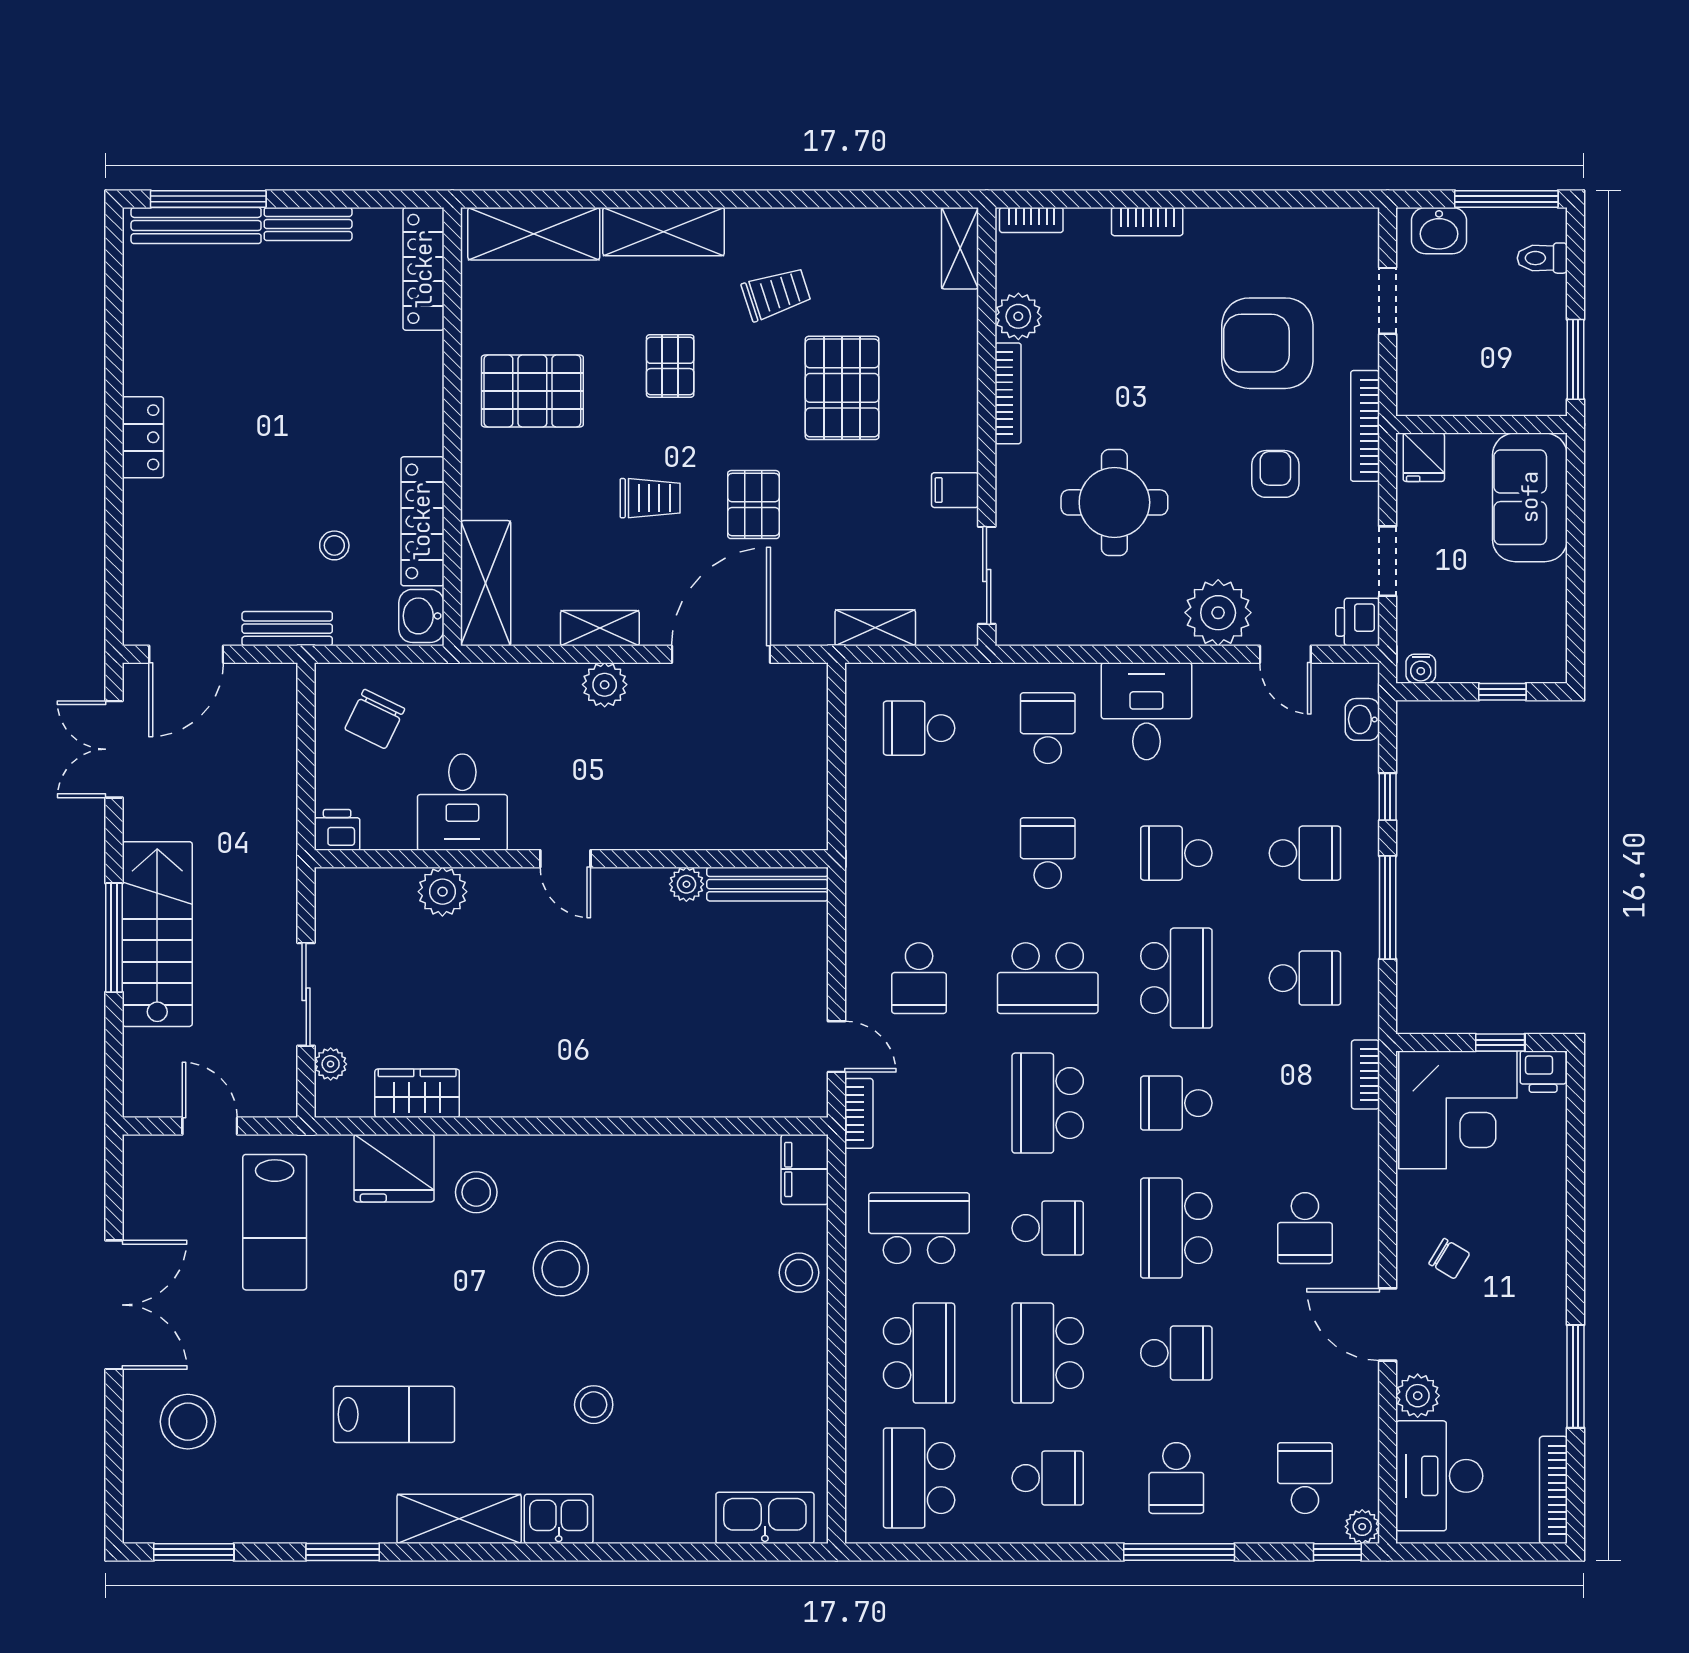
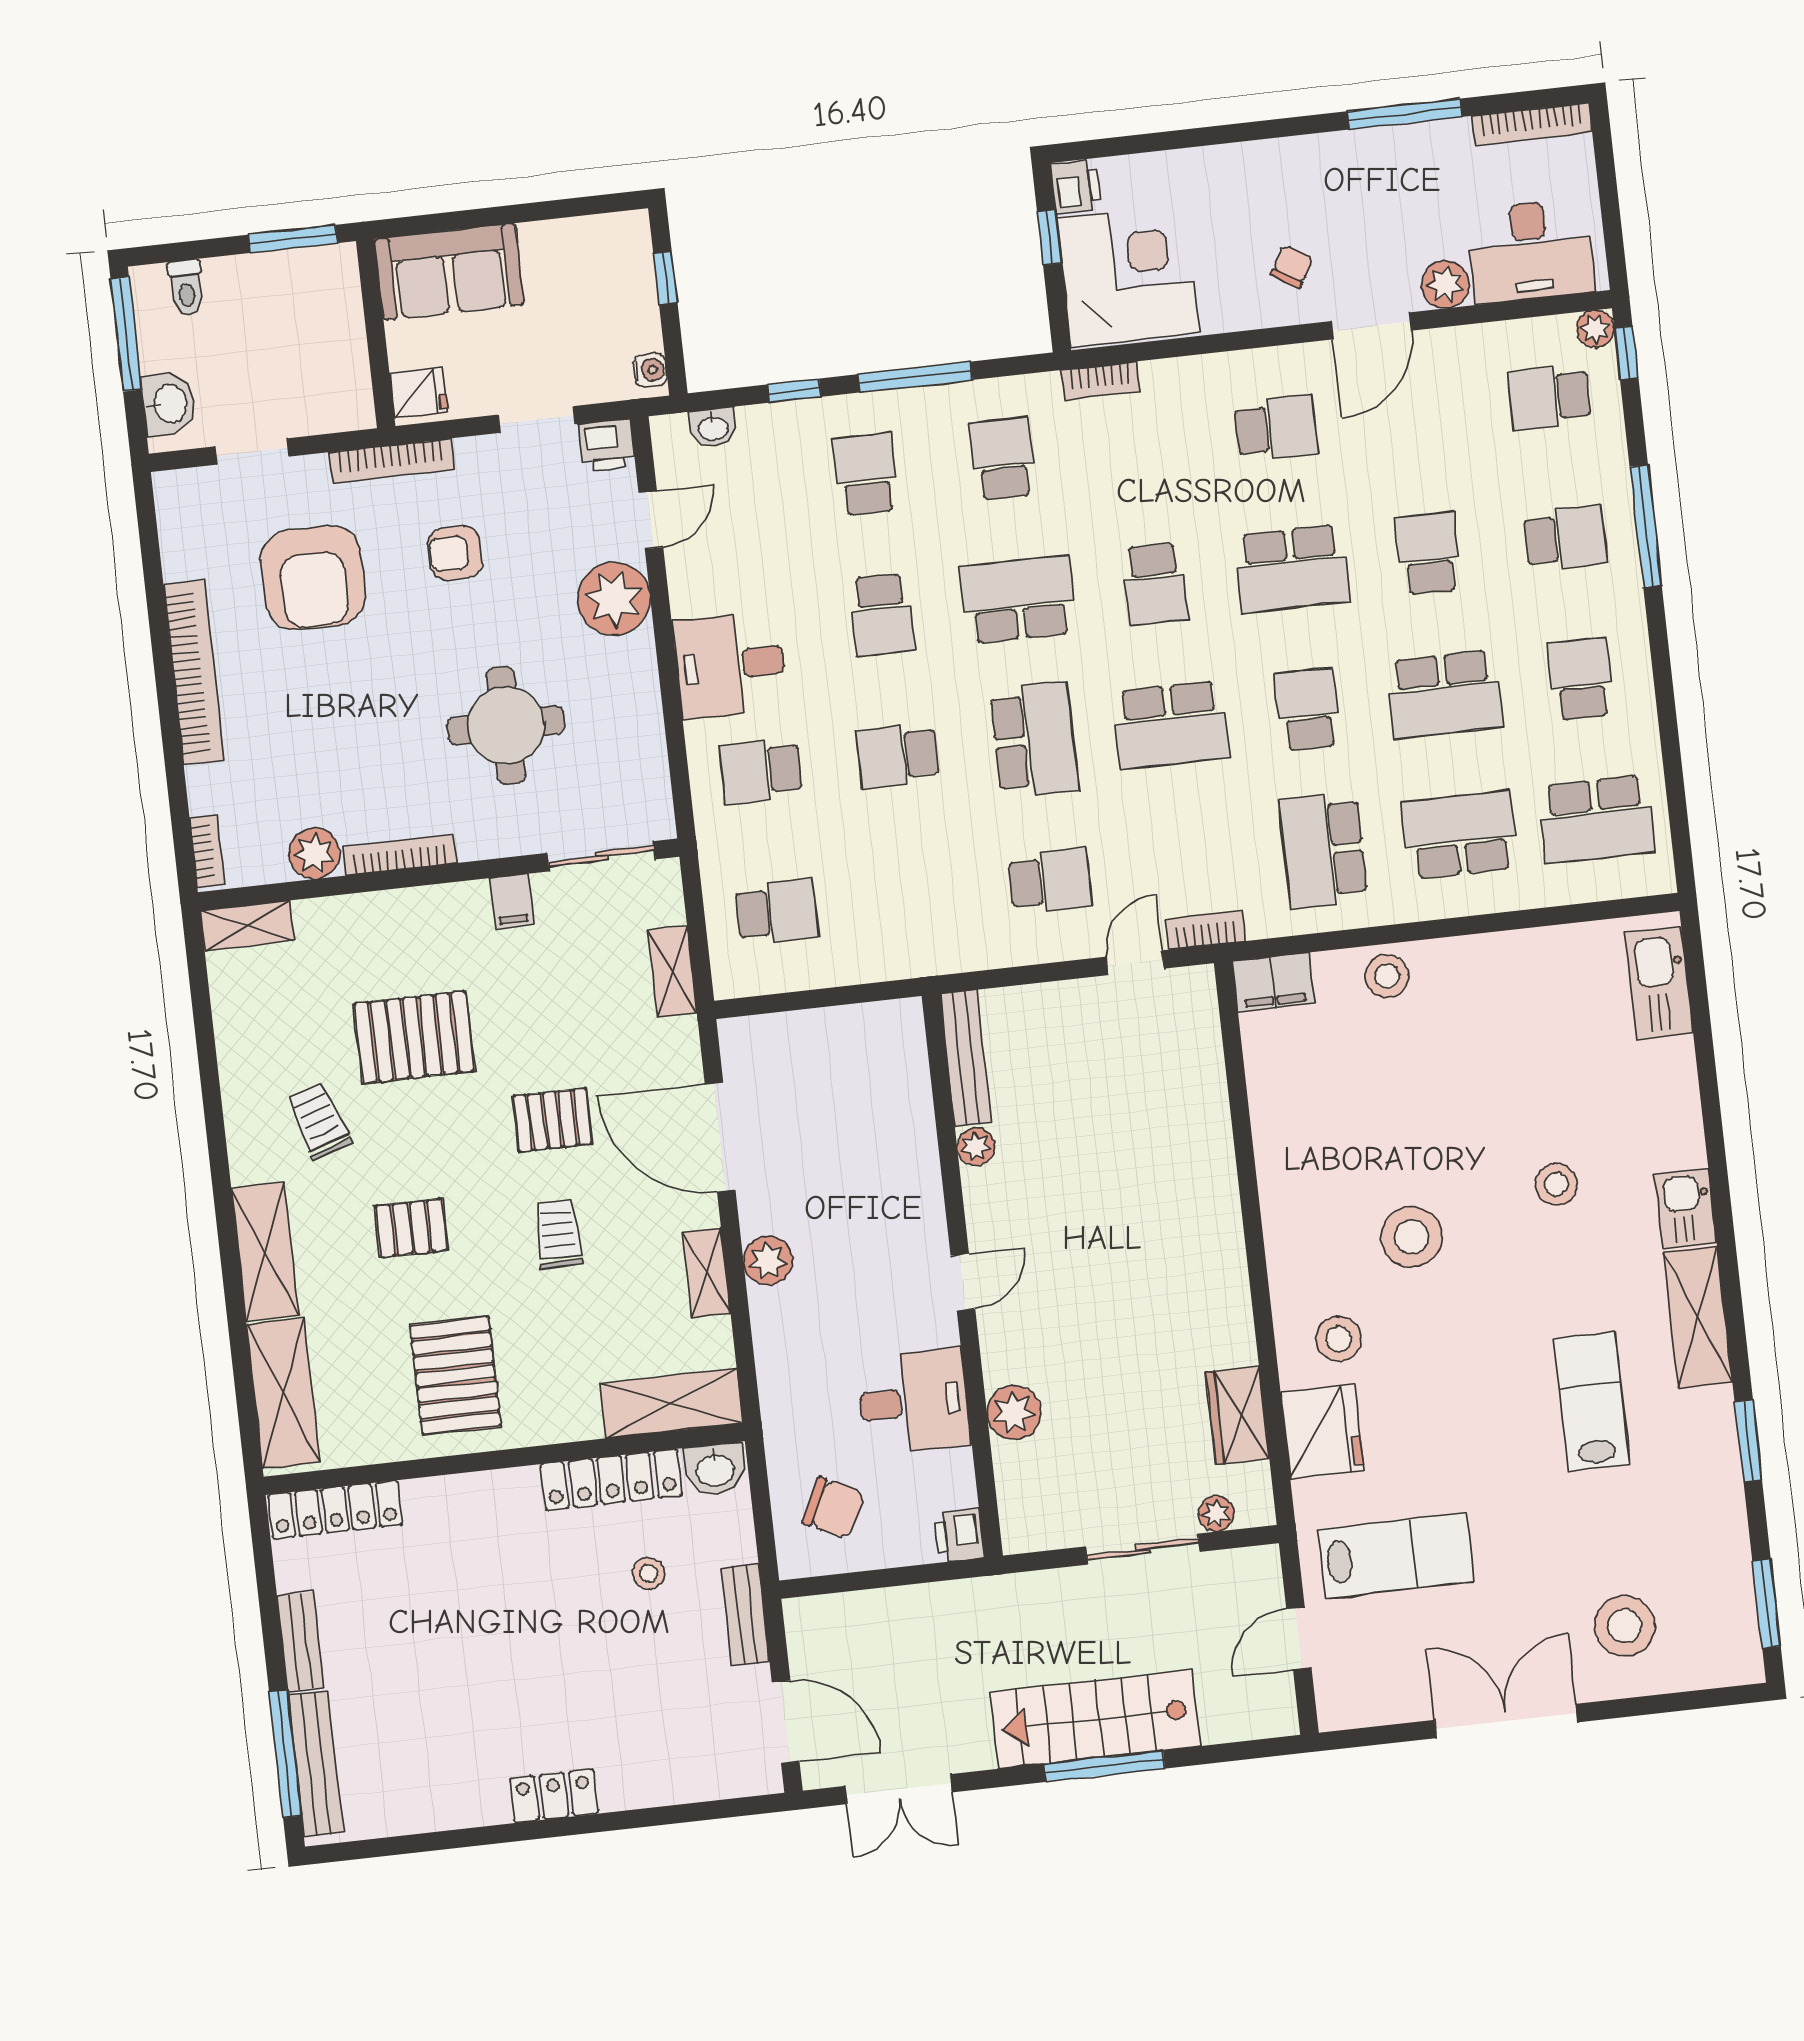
bookcase: (1147, 222) -> (194, 673), width x2.31, depth x1.31
school desk: (919, 728) -> (777, 911), turned -90

